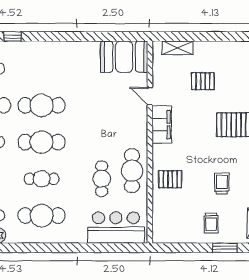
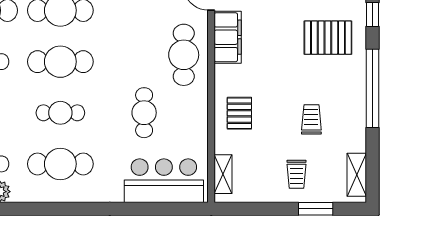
cafe table: (132, 171) -> (184, 55), moved
pallet: (170, 179) -> (239, 113), turned 90
shelving: (158, 223) -> (223, 174), added

